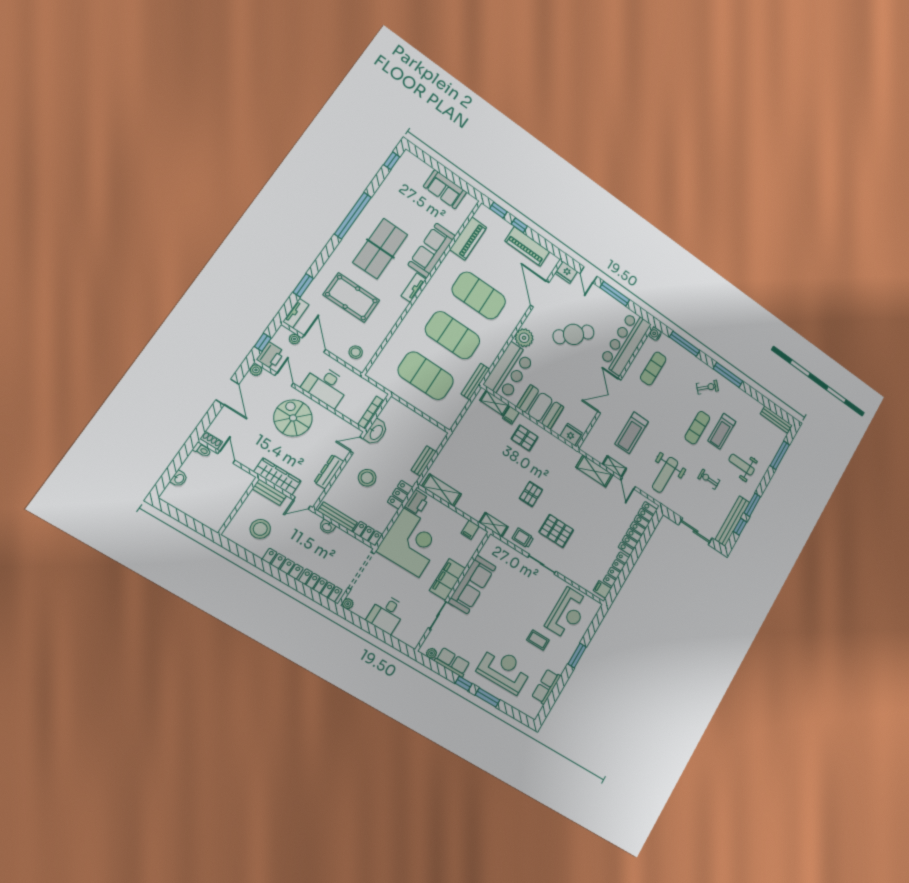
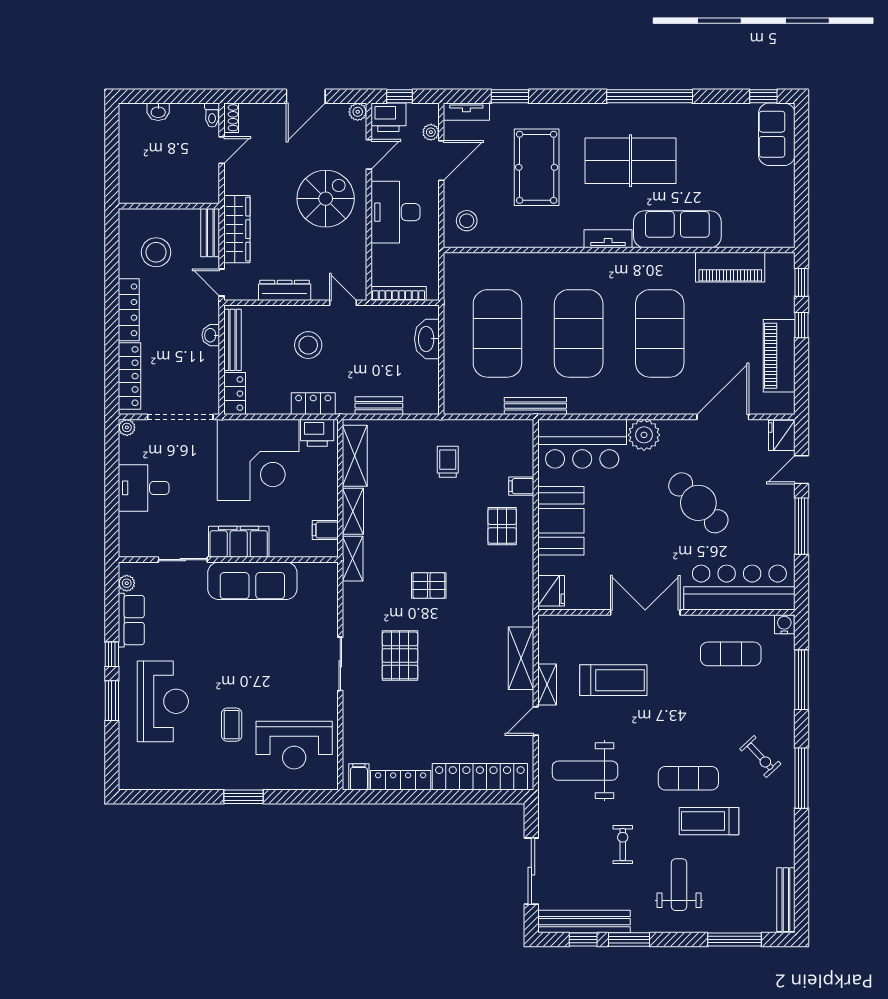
sofa: (445, 189) -> (777, 134), moved
shelving: (495, 403) -> (353, 511), moved
washbasin: (376, 432) -> (427, 339), moved, turned 90
treadmill: (632, 433) -> (613, 680), turned 180
trolley: (523, 538) -> (448, 462), moved
row of seats: (546, 686) -> (174, 777), removed

